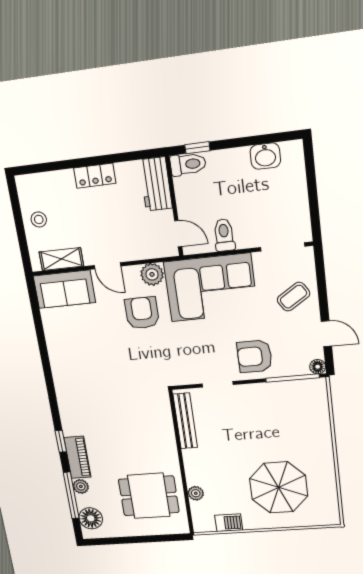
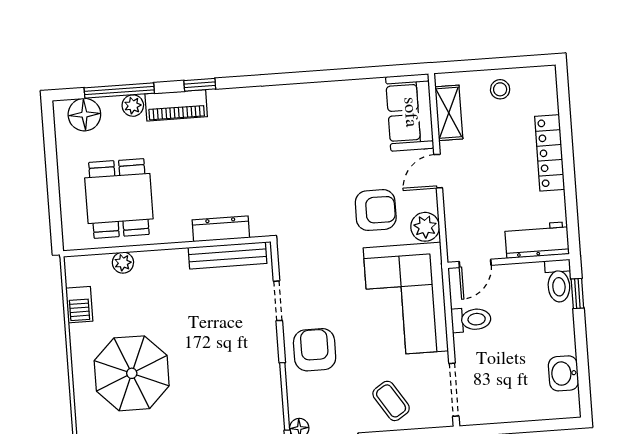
locker: (95, 176) -> (550, 153), width x1.53
dresser: (165, 426) -> (221, 229), added

